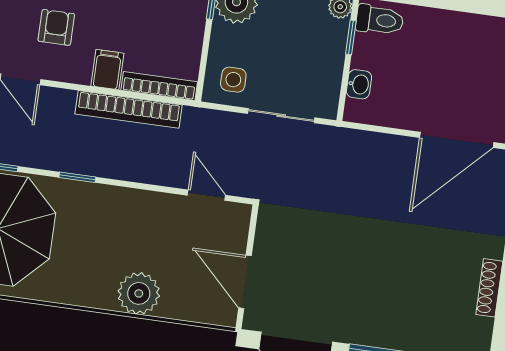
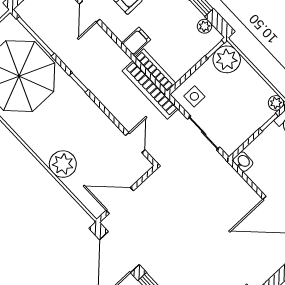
washbasin: (359, 84) -> (243, 162), moved, turned -90
bookcase: (129, 109) -> (150, 90), moved
door: (245, 282) -> (120, 201), hinge flipped

